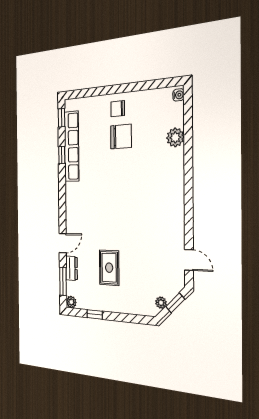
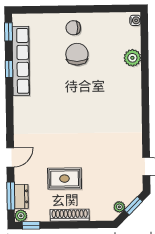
chair: (121, 137) -> (77, 54), turned -90
dresser: (71, 268) -> (21, 196), moved
rug: (109, 268) -> (65, 179), turned 90
shoe rack: (114, 306) -> (70, 215), added
window: (95, 314) -> (31, 225), moved

